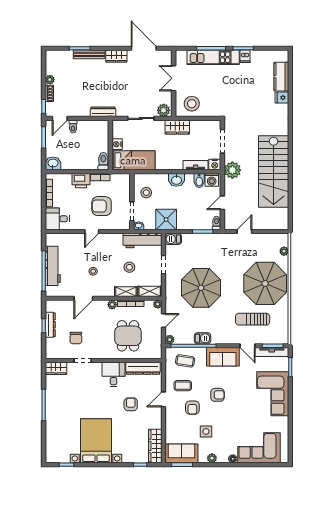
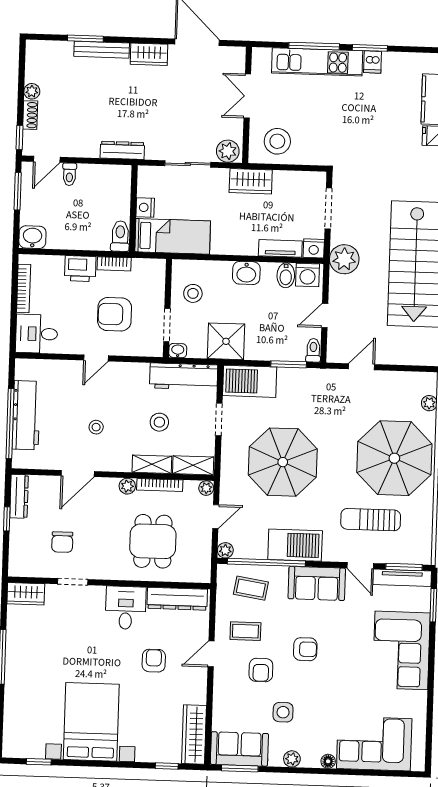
barbecue: (173, 239) -> (250, 381), width x1.88, depth x1.53
dresser: (50, 325) -> (19, 496), moved
barbecue: (203, 338) -> (295, 545), width x1.88, depth x1.53

